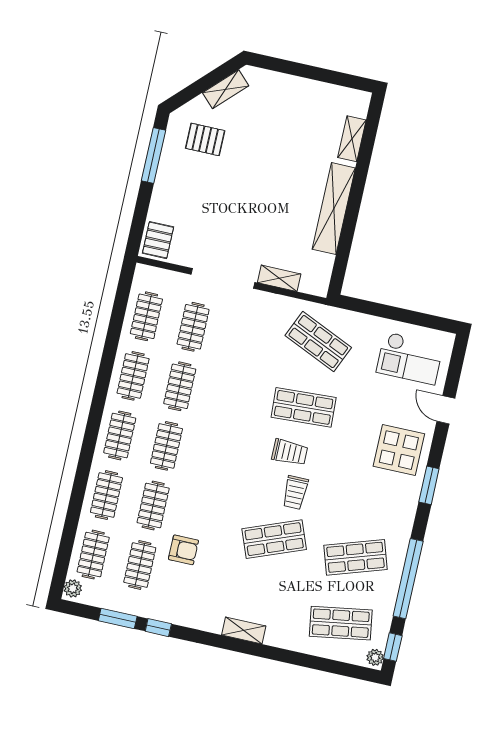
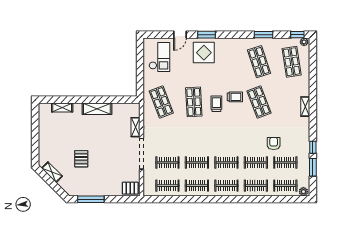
pallet: (205, 139) -> (81, 159), moved
shelving: (334, 209) -> (97, 109), width x0.68
shop shelf: (318, 342) -> (161, 102), turned -45
window: (429, 485) -> (207, 35), moved
window: (408, 579) -> (263, 35), width x0.47

